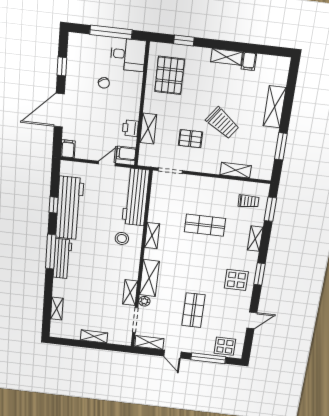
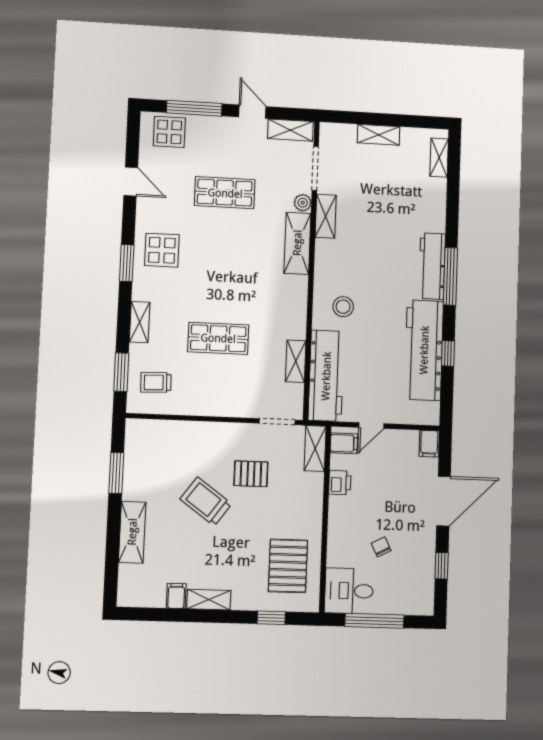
shelving: (148, 129) -> (315, 448), moved
shelving: (236, 170) -> (180, 430), removed
shelving: (152, 236) -> (296, 361), moved
shelving: (57, 309) -> (439, 158), moved
shop shelf: (193, 310) -> (225, 193), turned 90
door: (252, 320) -> (131, 181), swing flipped

